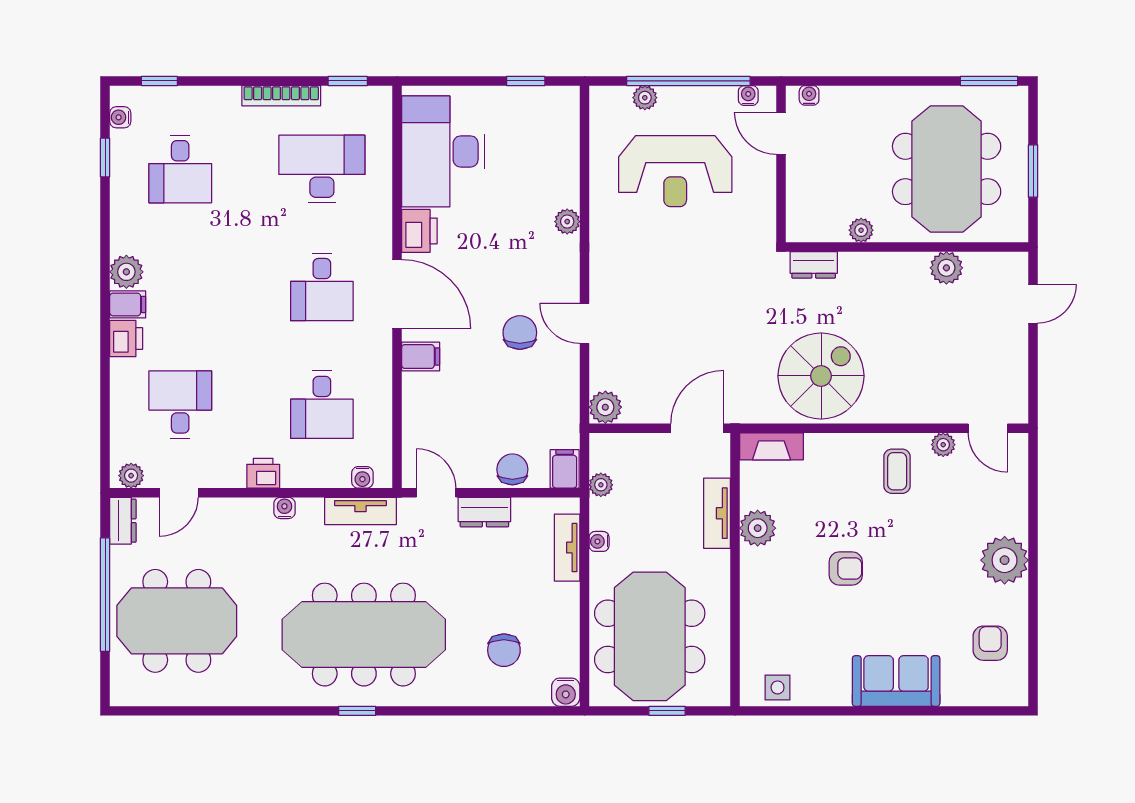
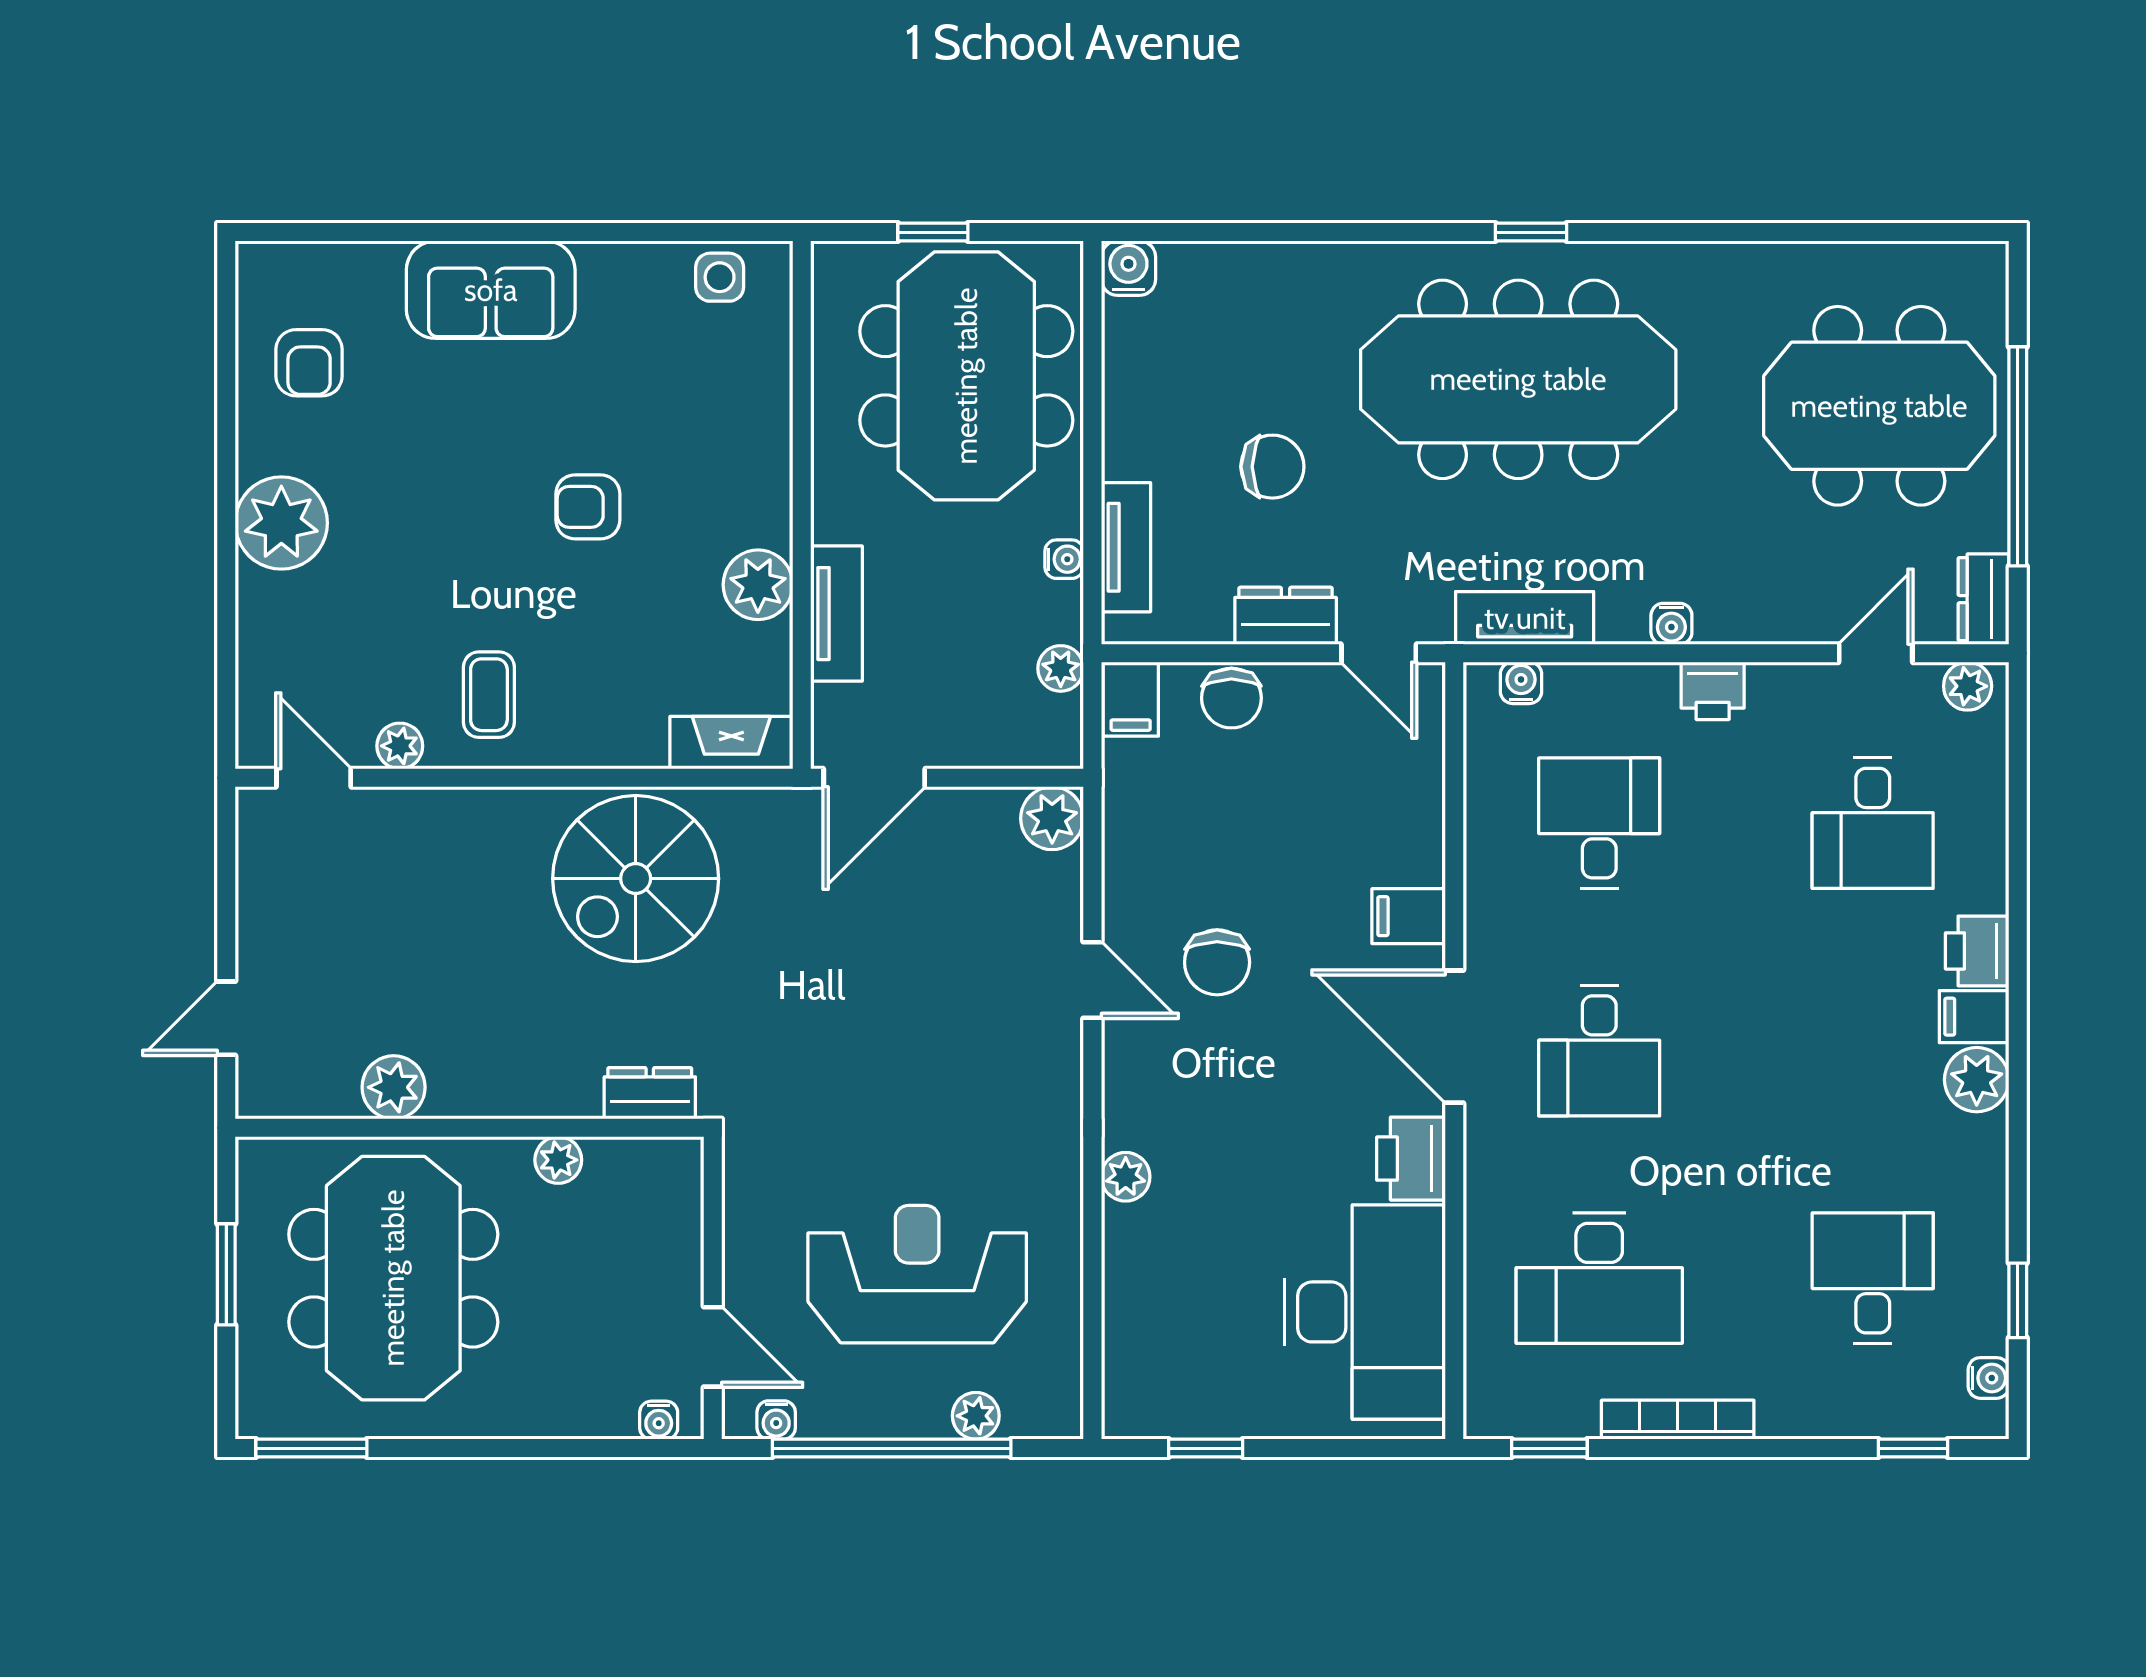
desk: (322, 287) -> (1599, 1051), turned 180
chair: (504, 650) -> (1272, 467), moved, turned 90

